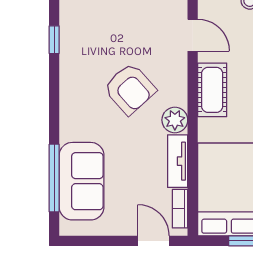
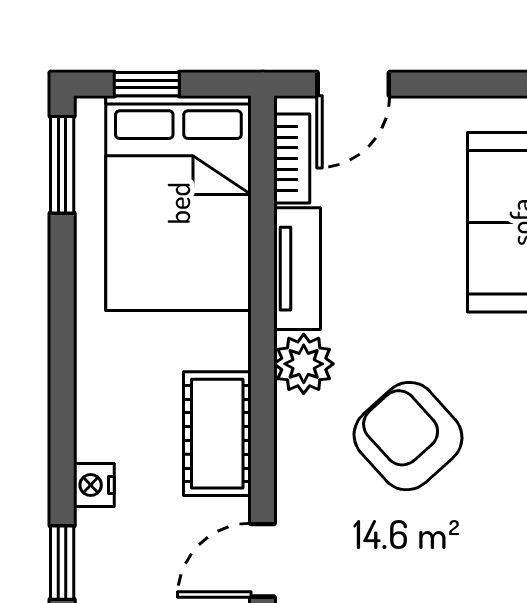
door: (193, 35) -> (262, 560), hinge flipped
door: (153, 241) -> (353, 84), hinge flipped

